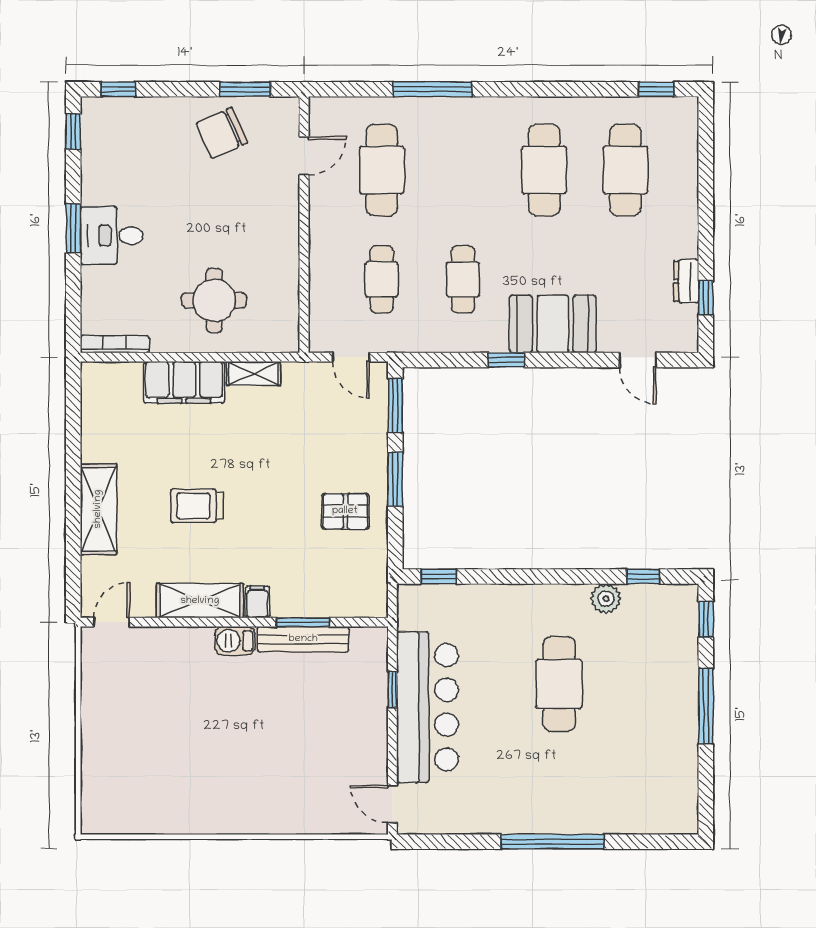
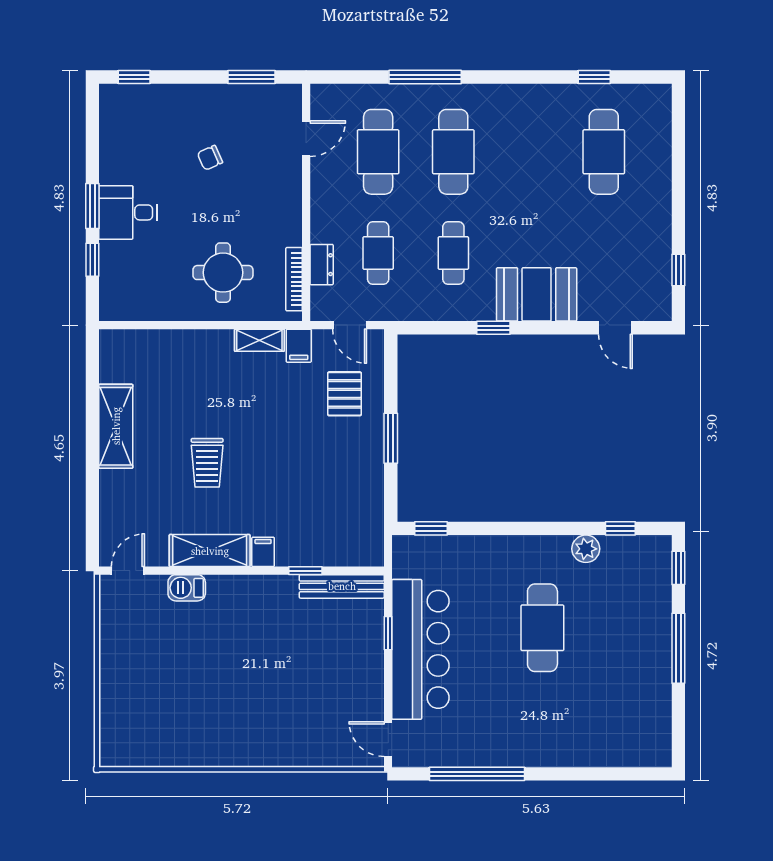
window: (656, 89) -> (594, 77), moved
window: (73, 131) -> (92, 260), moved
chair: (222, 133) -> (210, 158), moved, width x0.54, depth x0.54
cafe table: (544, 170) -> (453, 152), moved
dresser: (686, 281) -> (322, 265), moved, turned 180
bookcase: (115, 344) -> (294, 279), moved, turned -90
filing cabinet: (184, 382) -> (299, 346), moved, width x0.33, depth x0.86
window: (395, 406) -> (391, 370), removed
trolley: (197, 506) -> (207, 463), turned -90
shelving: (98, 509) -> (116, 426), moved
pallet: (345, 511) -> (345, 394), moved, turned 90
window: (303, 622) -> (305, 571), width x0.67
bench: (303, 639) -> (342, 586), moved
barbecue: (235, 641) -> (187, 588), moved
window: (552, 842) -> (477, 774), moved

